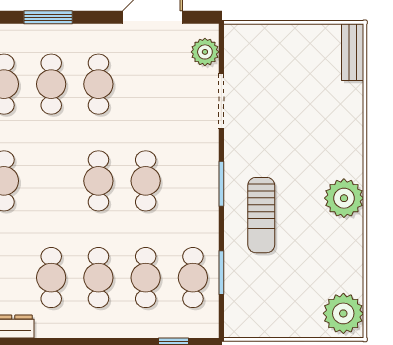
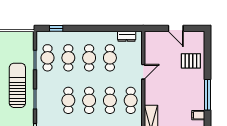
cafe table: (51, 181) -> (110, 100), added
sun lounger: (261, 215) -> (17, 85), width x1.36, depth x1.34

